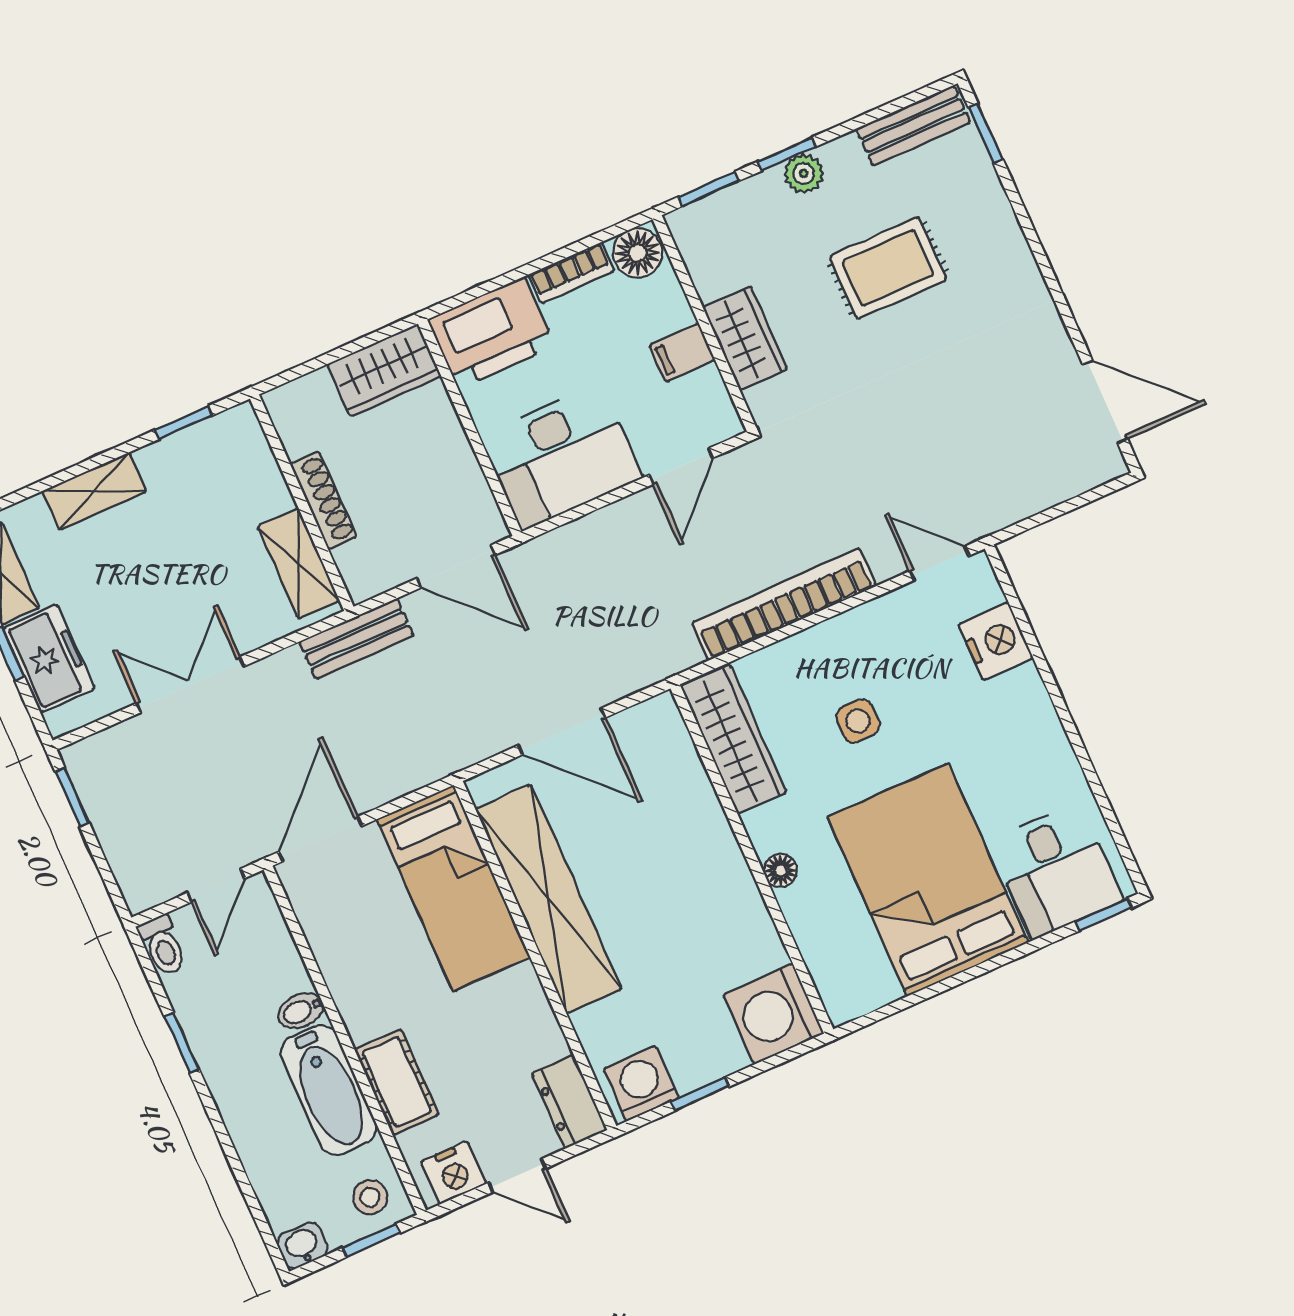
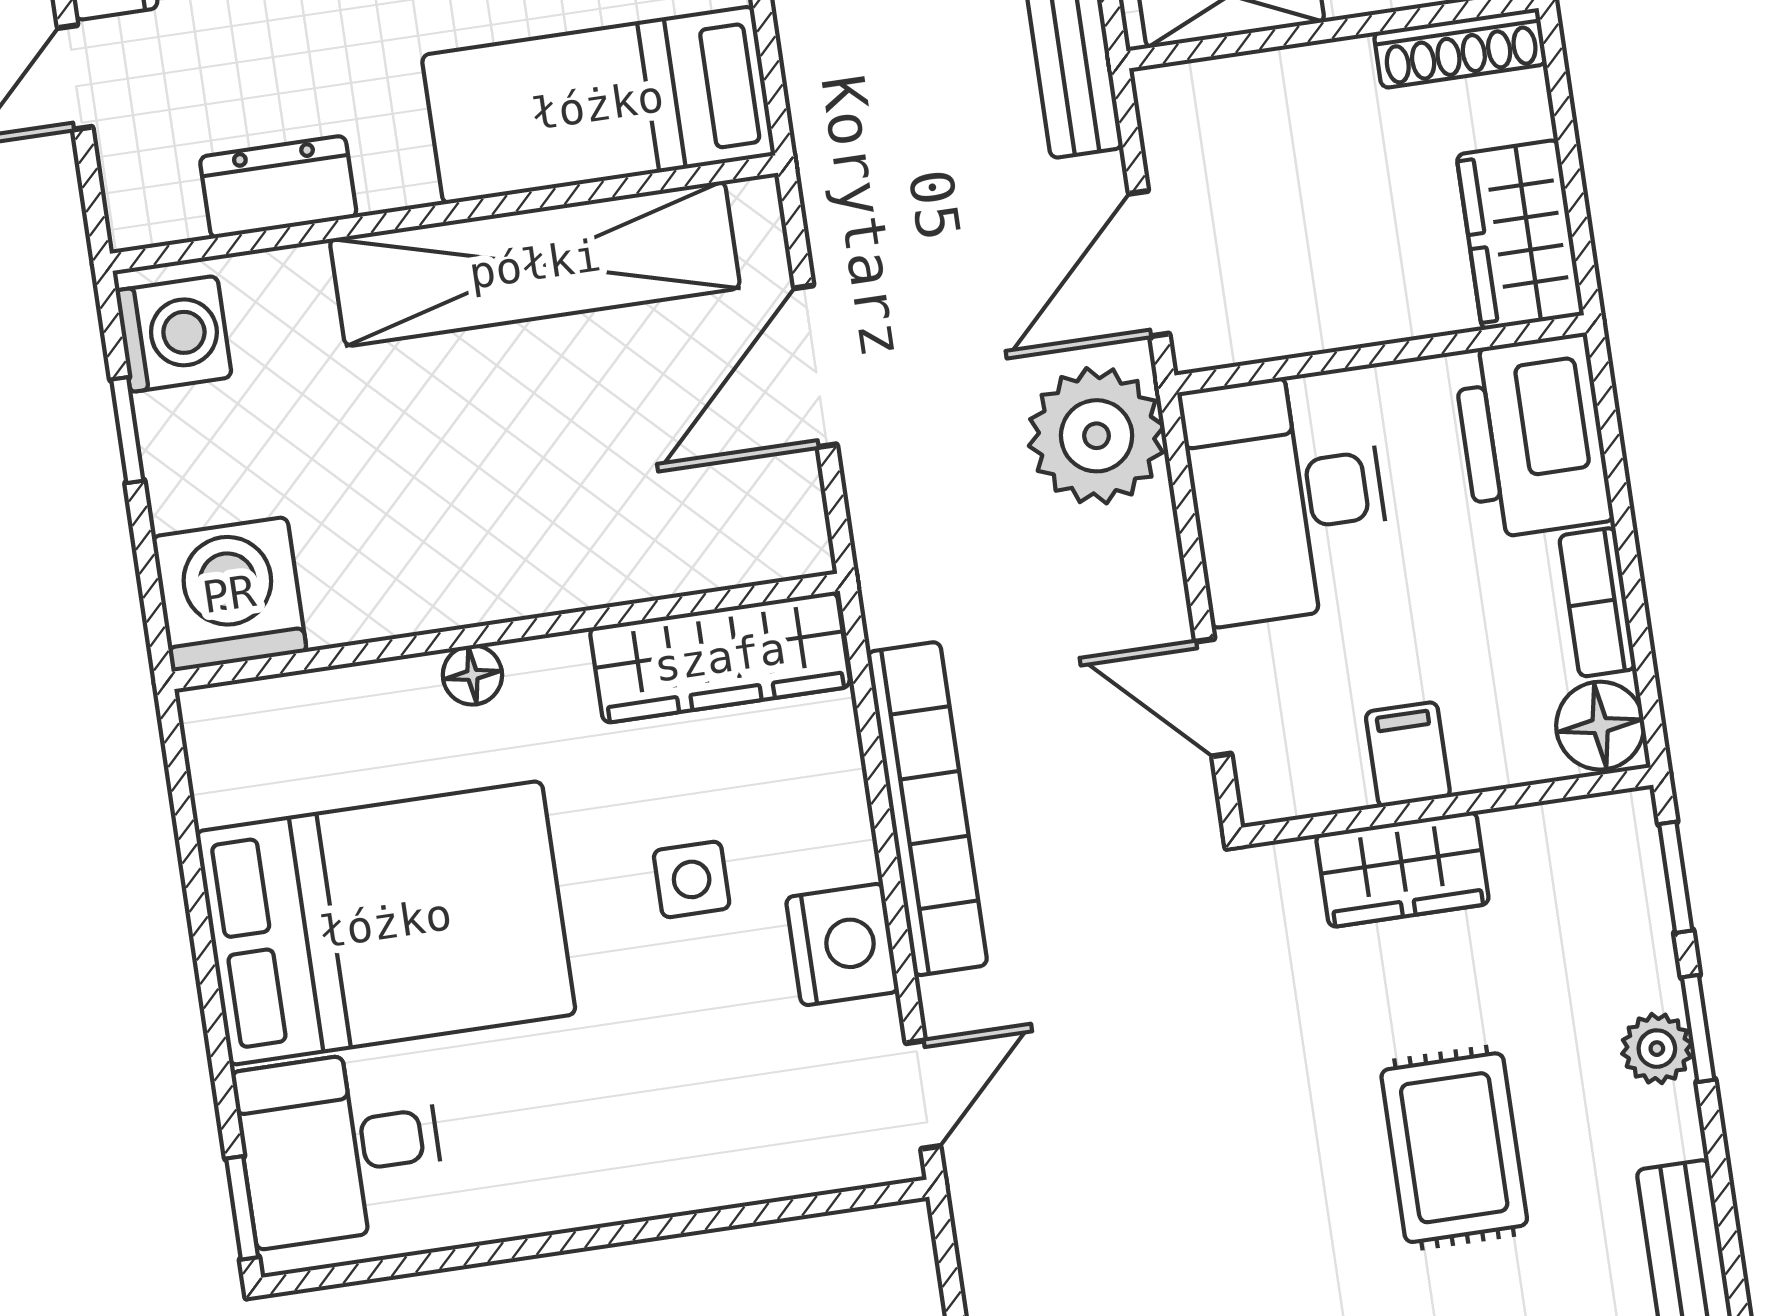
shoe rack: (323, 500) -> (1460, 48), moved
plant: (557, 569) -> (1097, 436), added
nightstand: (996, 641) -> (842, 944), moved, turned -90
dresser: (569, 1102) -> (278, 187), moved

